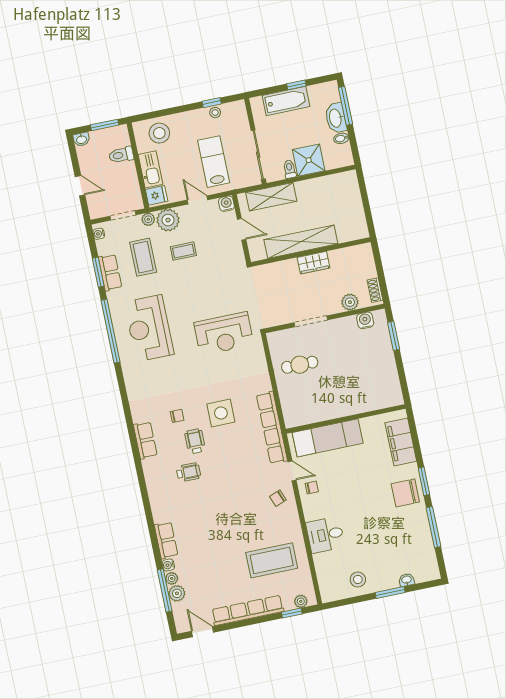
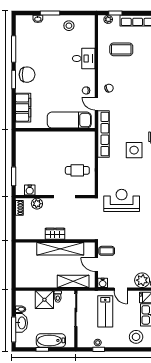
coffee table: (183, 251) -> (107, 251), moved
coffee table: (272, 560) -> (121, 49), width x0.73, depth x0.76

